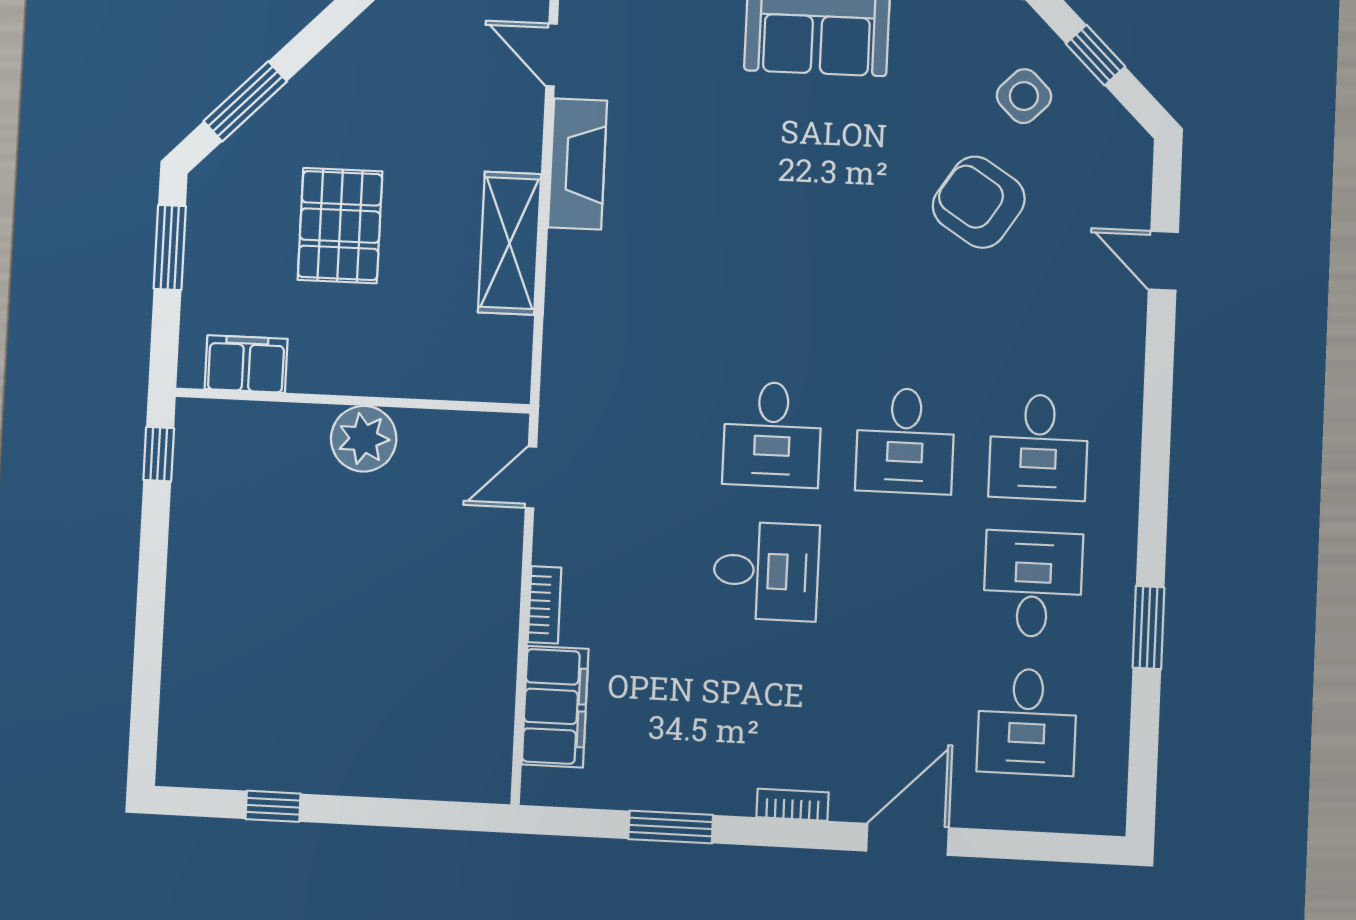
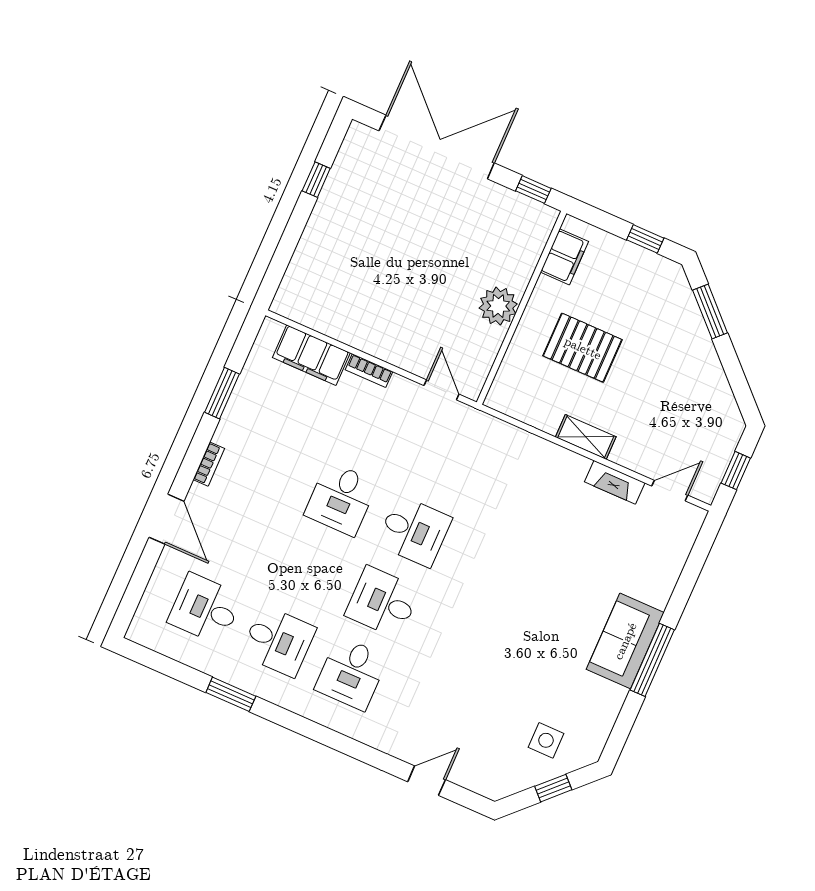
side table: (1024, 96) -> (546, 740), turned 45
fireplace: (578, 164) -> (615, 482), width x0.73, depth x0.76
armchair: (979, 202) -> (497, 693), removed
pallet: (340, 226) -> (583, 348), moved
shelving: (509, 243) -> (586, 437), width x0.67, depth x0.75
window: (170, 247) -> (645, 239), width x0.67
desk: (772, 434) -> (414, 531), turned 180
desk: (1039, 447) -> (351, 673), turned -90
double door: (149, 634) -> (437, 147), added

